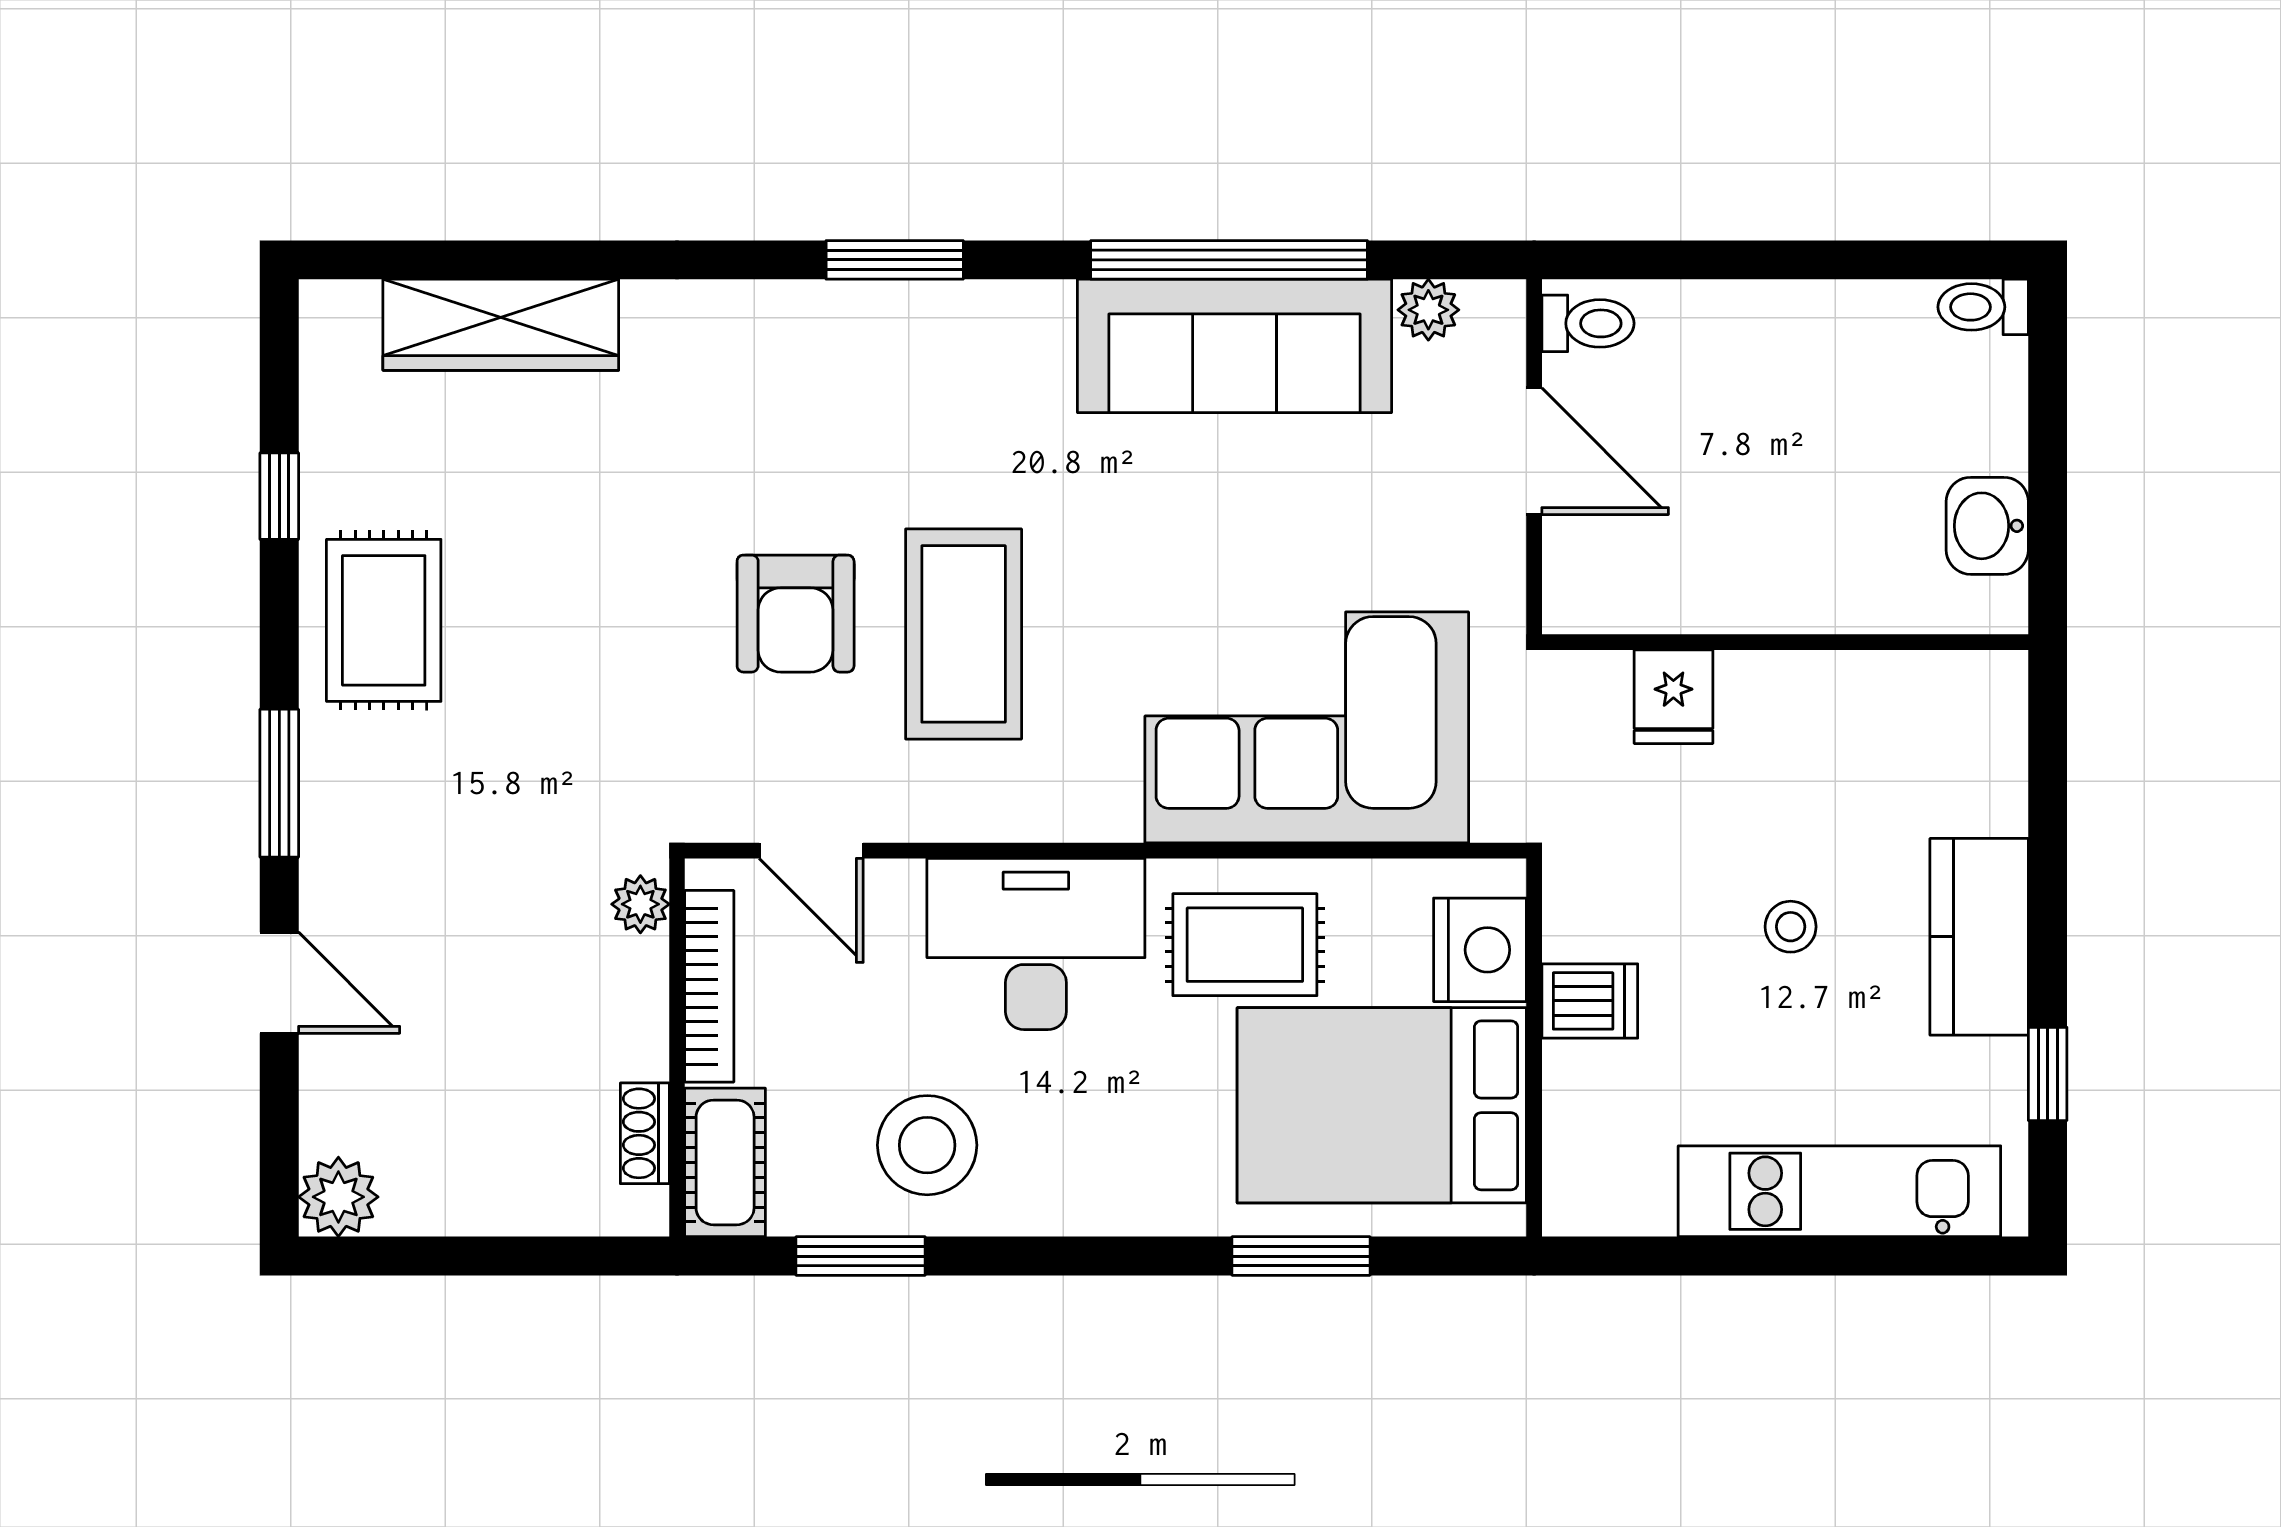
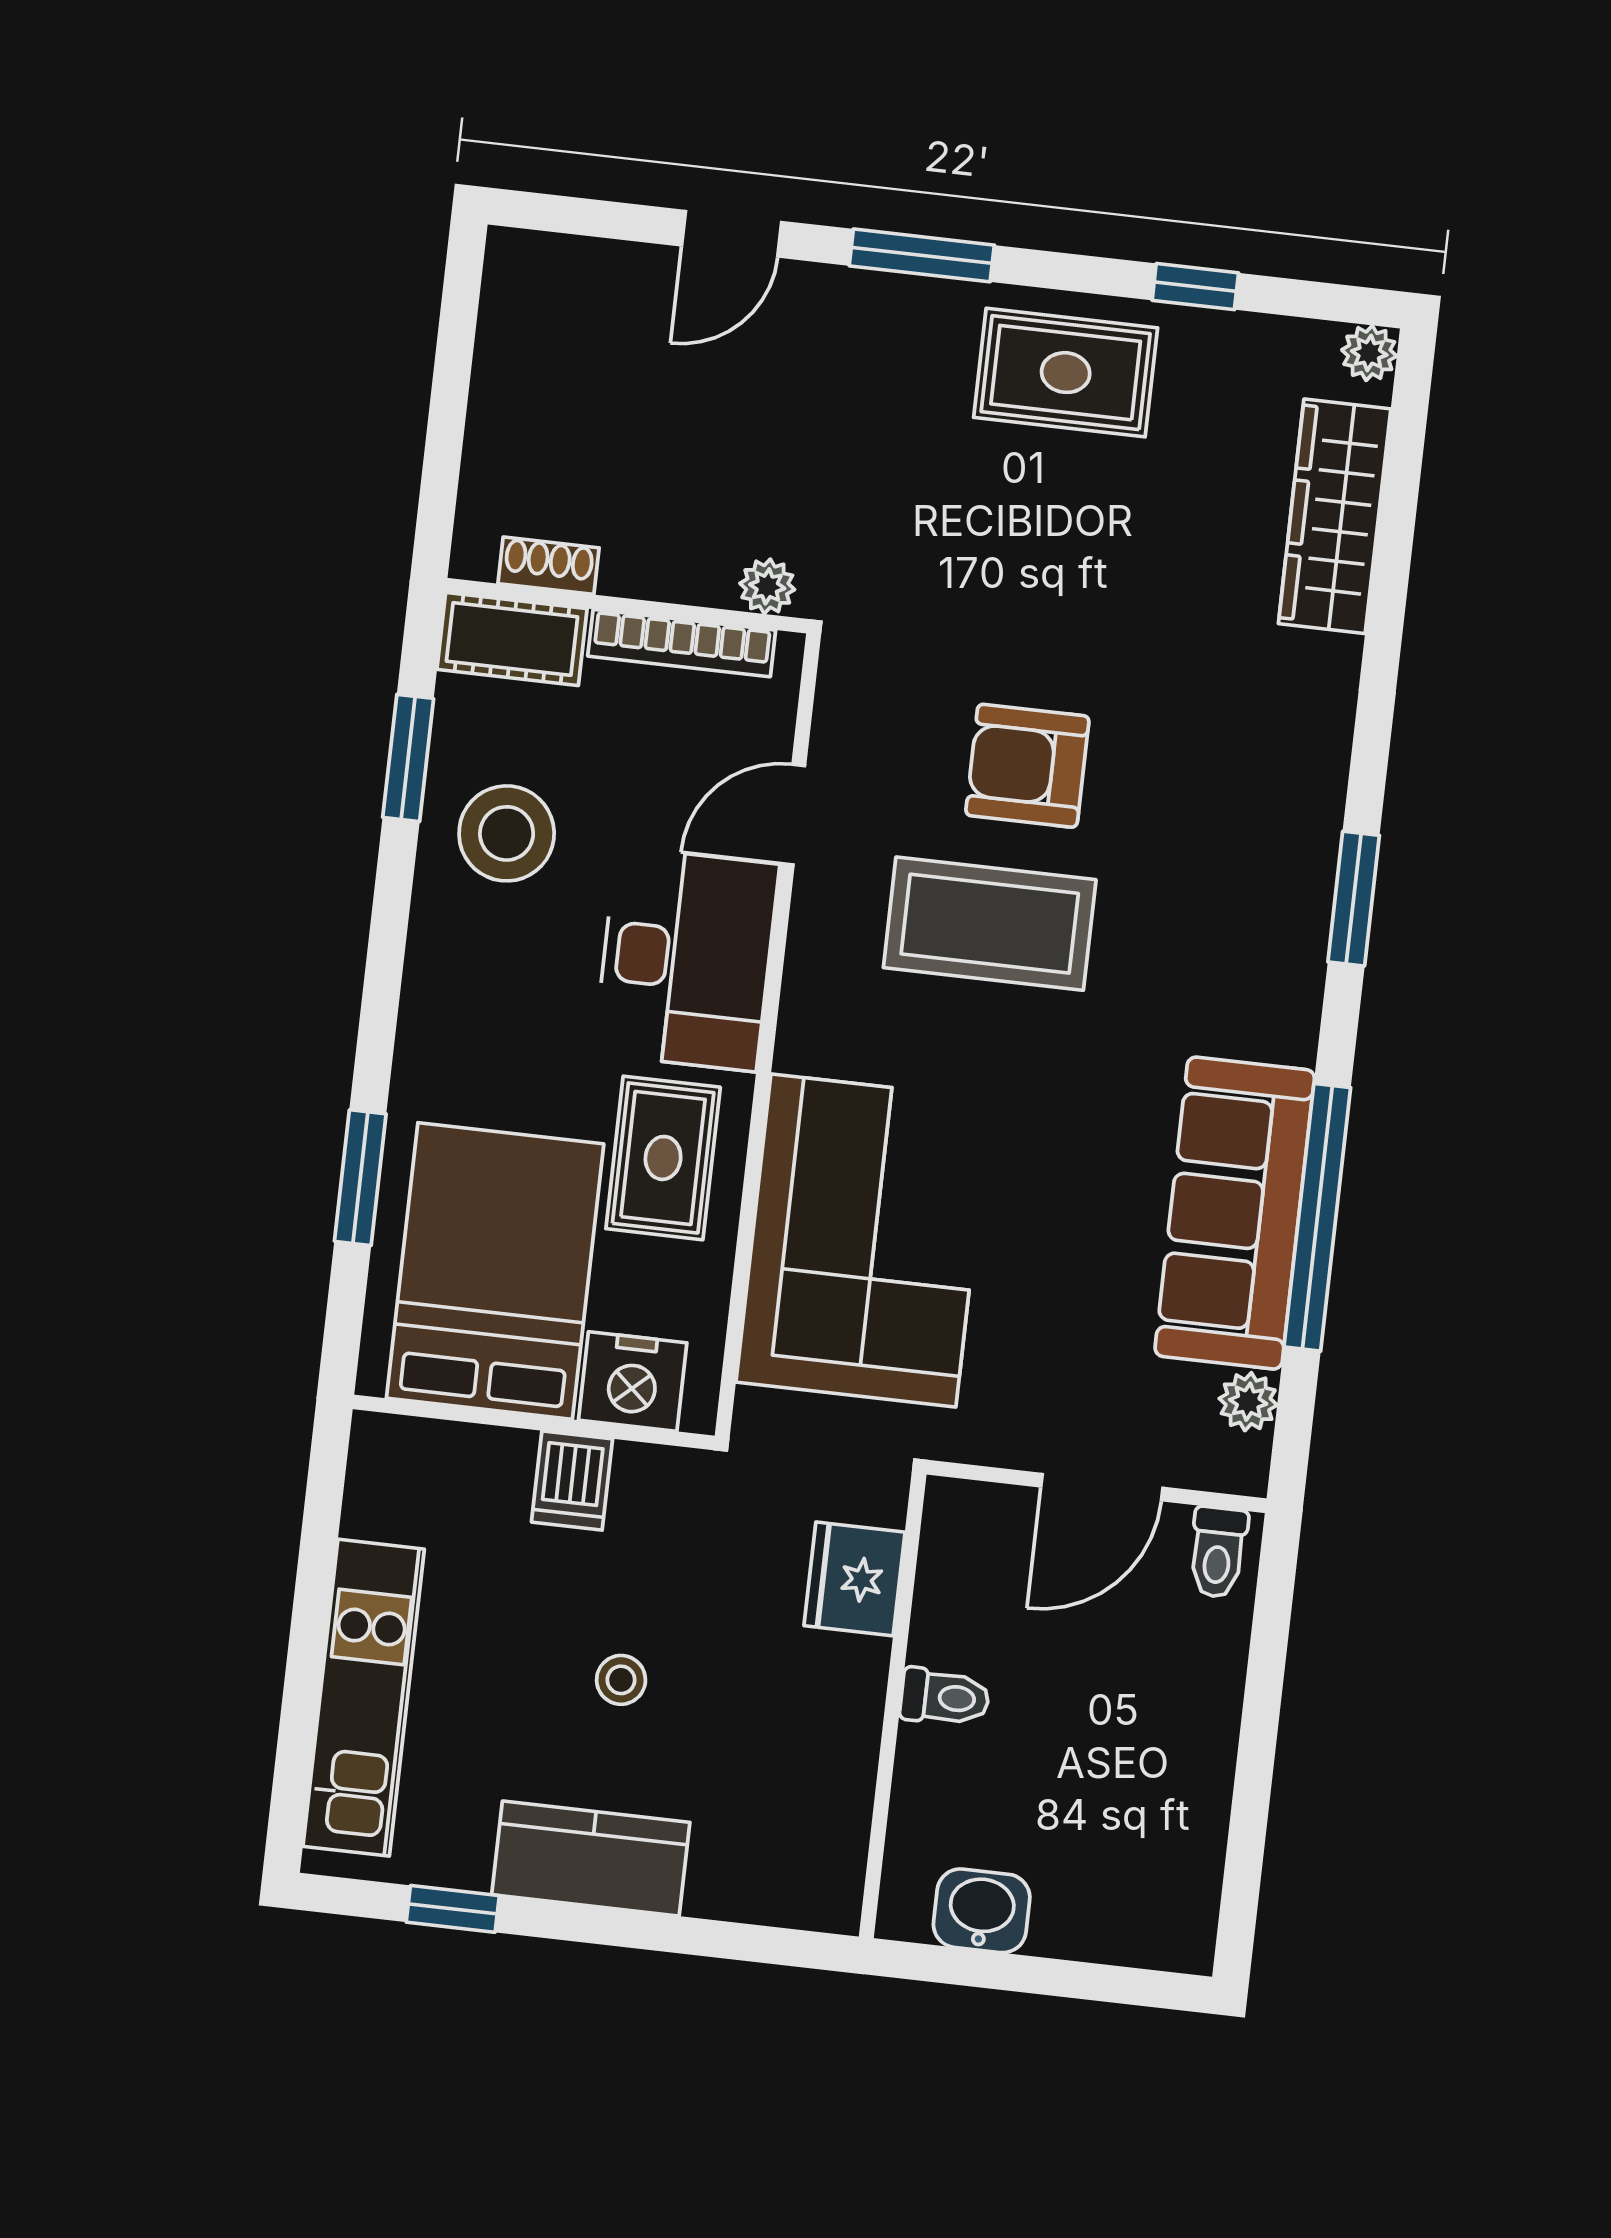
toilet: (1983, 307) -> (945, 1697), moved, turned 90
fridge: (1673, 697) -> (855, 1579), width x1.38
door: (811, 851) -> (793, 815), moved
plant: (338, 1197) -> (1369, 353), moved, width x0.73, depth x0.73

